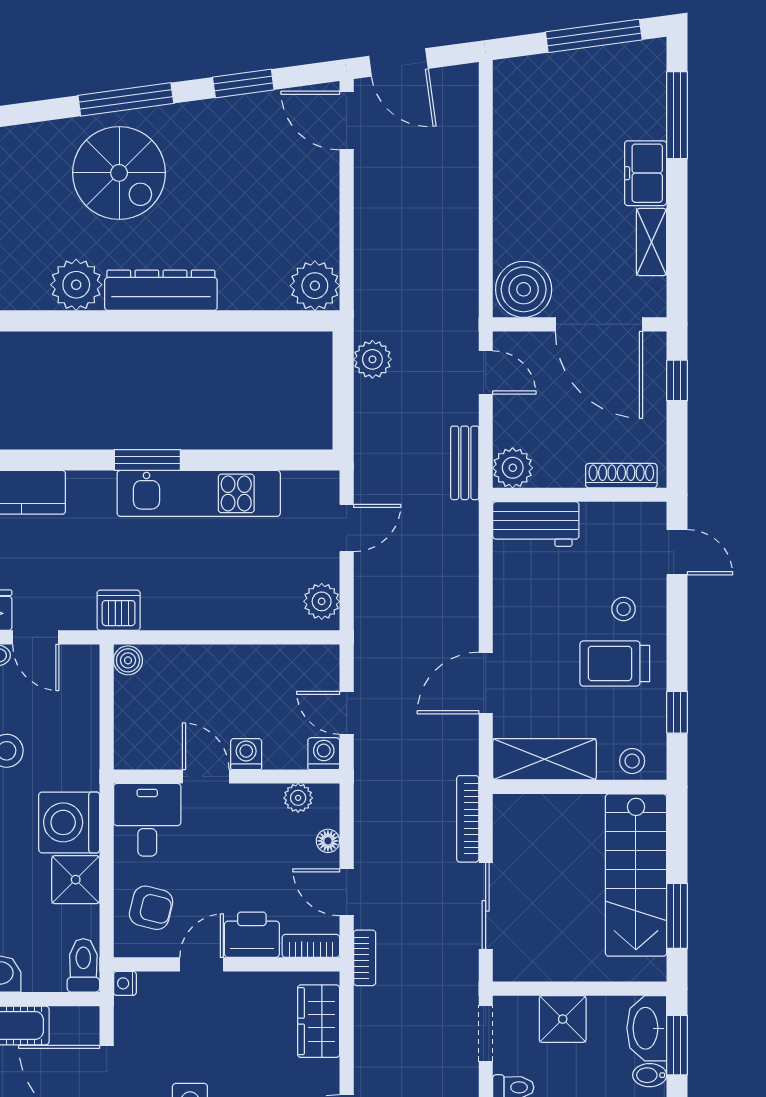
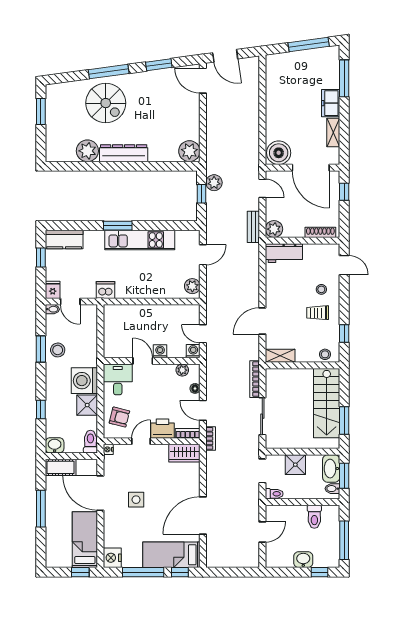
window: (343, 385) -> (201, 194), added
boiler: (128, 660) -> (110, 311), removed
trolley: (615, 663) -> (318, 313), width x0.73, depth x0.72
shelving: (545, 759) -> (280, 356), width x0.67, depth x0.75
wardrobe: (319, 1021) -> (184, 453), moved, turned -90

